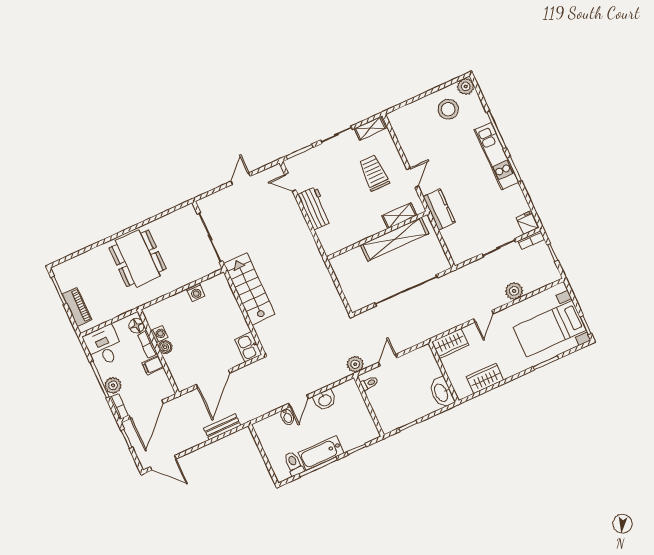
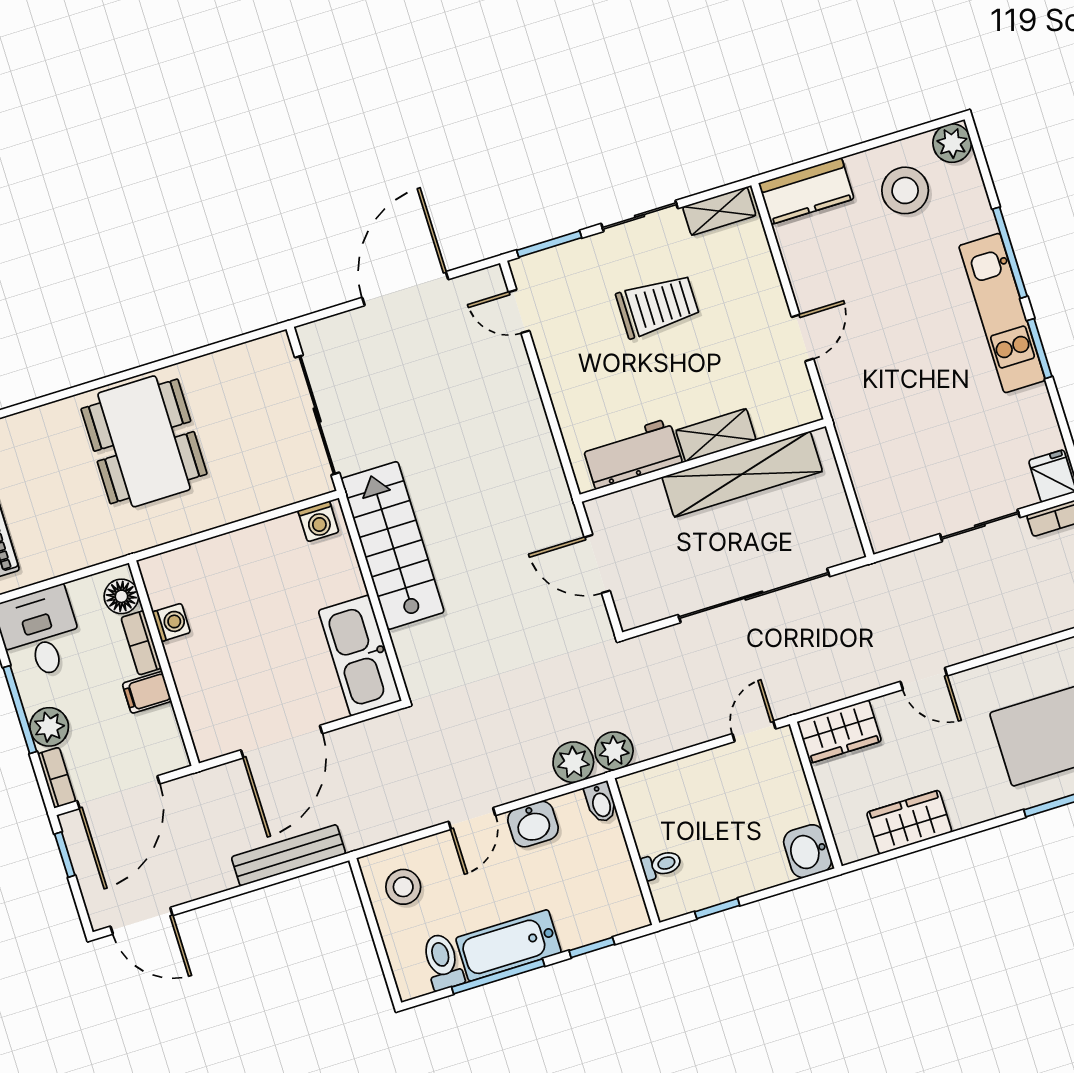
trolley: (374, 173) -> (658, 306), moved, turned 90
door: (241, 179) -> (405, 289), width x1.88
workbench: (315, 208) -> (632, 454), moved, turned -90
kitchen counter: (439, 209) -> (806, 191), moved, turned 90
shelving: (399, 216) -> (716, 435), moved
door: (338, 285) -> (597, 564), added
plant: (514, 291) -> (573, 762), moved
washing machine: (196, 292) -> (318, 521), moved
door: (483, 316) -> (924, 679), hinge flipped
boiler: (165, 347) -> (181, 655), removed
kitchen sink: (248, 347) -> (360, 656), width x1.87, depth x1.24
door: (388, 360) -> (754, 731), moved
toilet: (369, 383) -> (661, 865), moved
washbasin: (442, 393) -> (808, 851), width x0.72
bidet: (287, 417) -> (601, 802), moved
bench: (222, 427) -> (288, 855), width x1.36
stool: (273, 434) -> (403, 887), added

